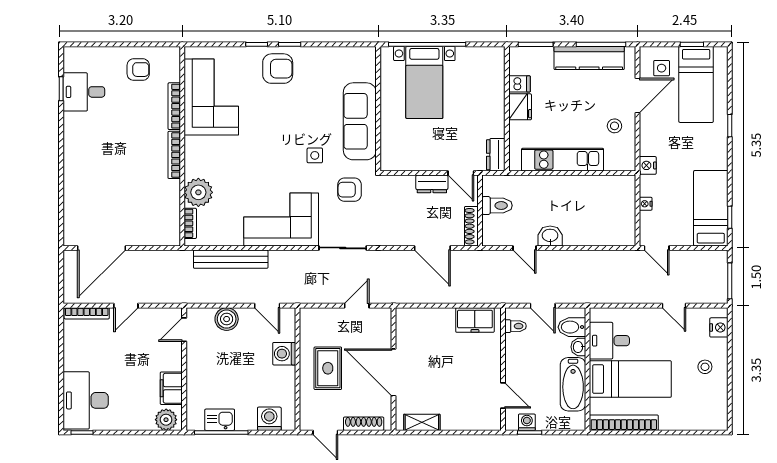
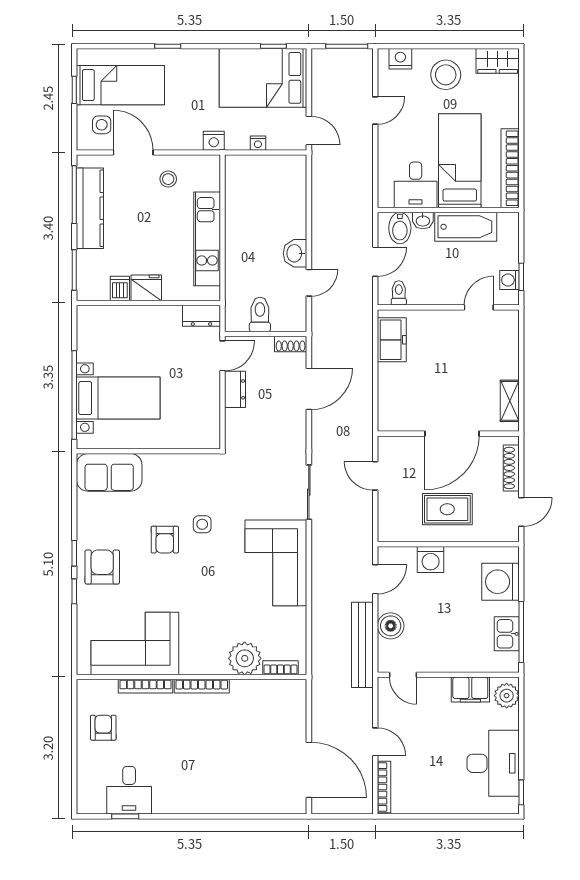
sofa: (360, 121) -> (109, 472), moved, width x0.73
armchair: (349, 190) -> (165, 540), moved
bed: (711, 208) -> (263, 78), width x1.50
shoe rack: (471, 226) -> (291, 344), width x0.70
door: (657, 248) -> (309, 131), hinge flipped
bench: (231, 259) -> (362, 645), moved
stool: (705, 367) -> (446, 75), width x1.89, depth x1.89
desk: (86, 400) -> (493, 763), moved, turned -90
wardrobe: (717, 412) -> (498, 61), added
washing machine: (269, 419) -> (500, 582), width x1.37, depth x1.37

